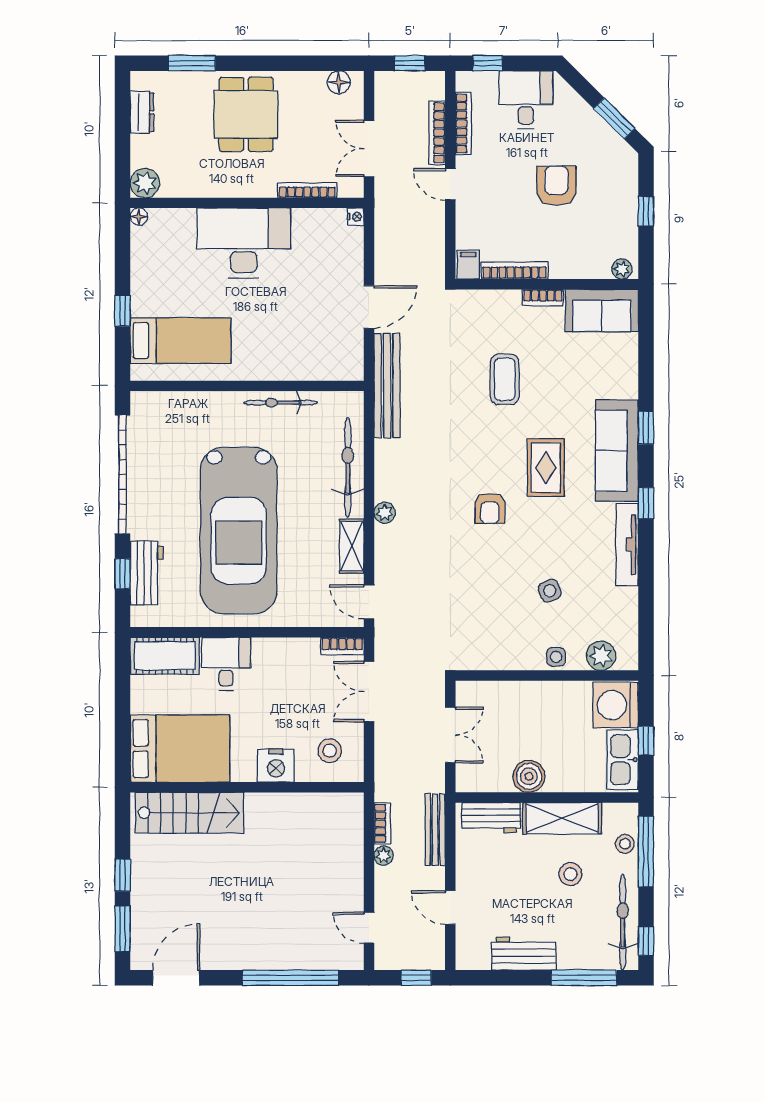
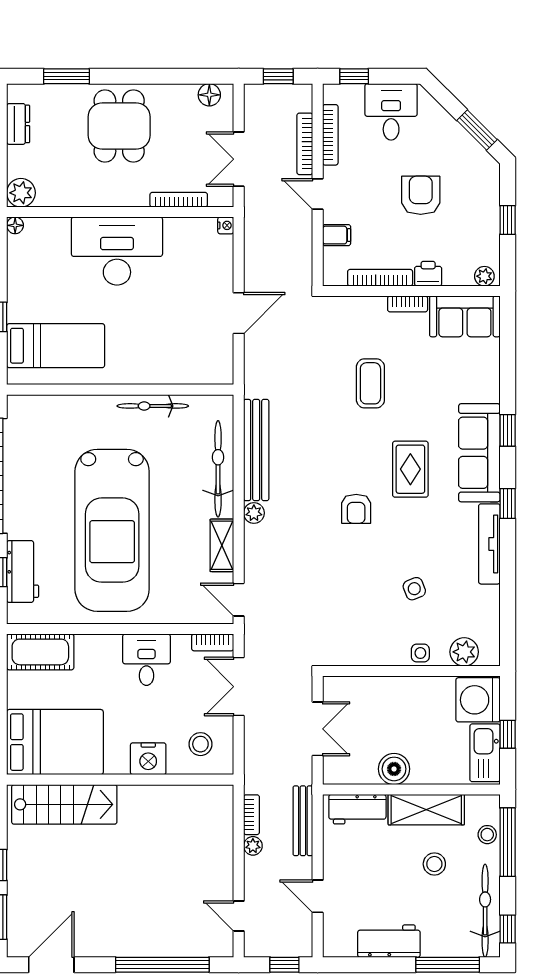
filing cabinet: (468, 265) -> (337, 235), moved, turned 90
printer: (564, 266) -> (428, 274), added
bench: (387, 386) -> (256, 450), moved
desk: (226, 664) -> (146, 660), moved

